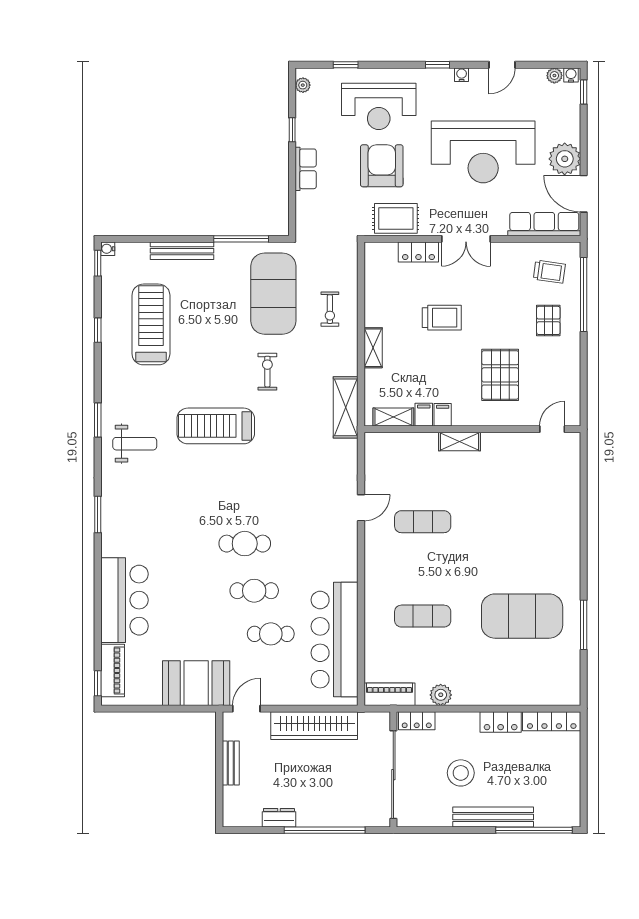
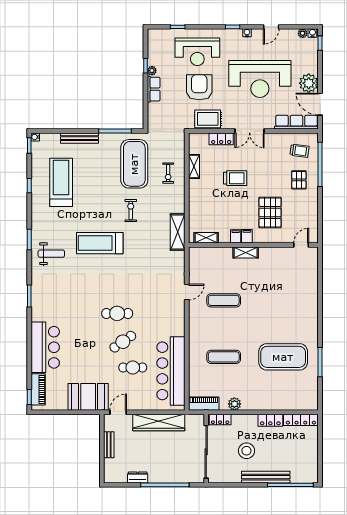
plant: (303, 85) -> (152, 71), moved
shelving: (373, 348) -> (194, 166), moved
filing cabinet: (424, 415) -> (247, 236), moved
cafe table: (254, 591) -> (123, 342), turned -35

